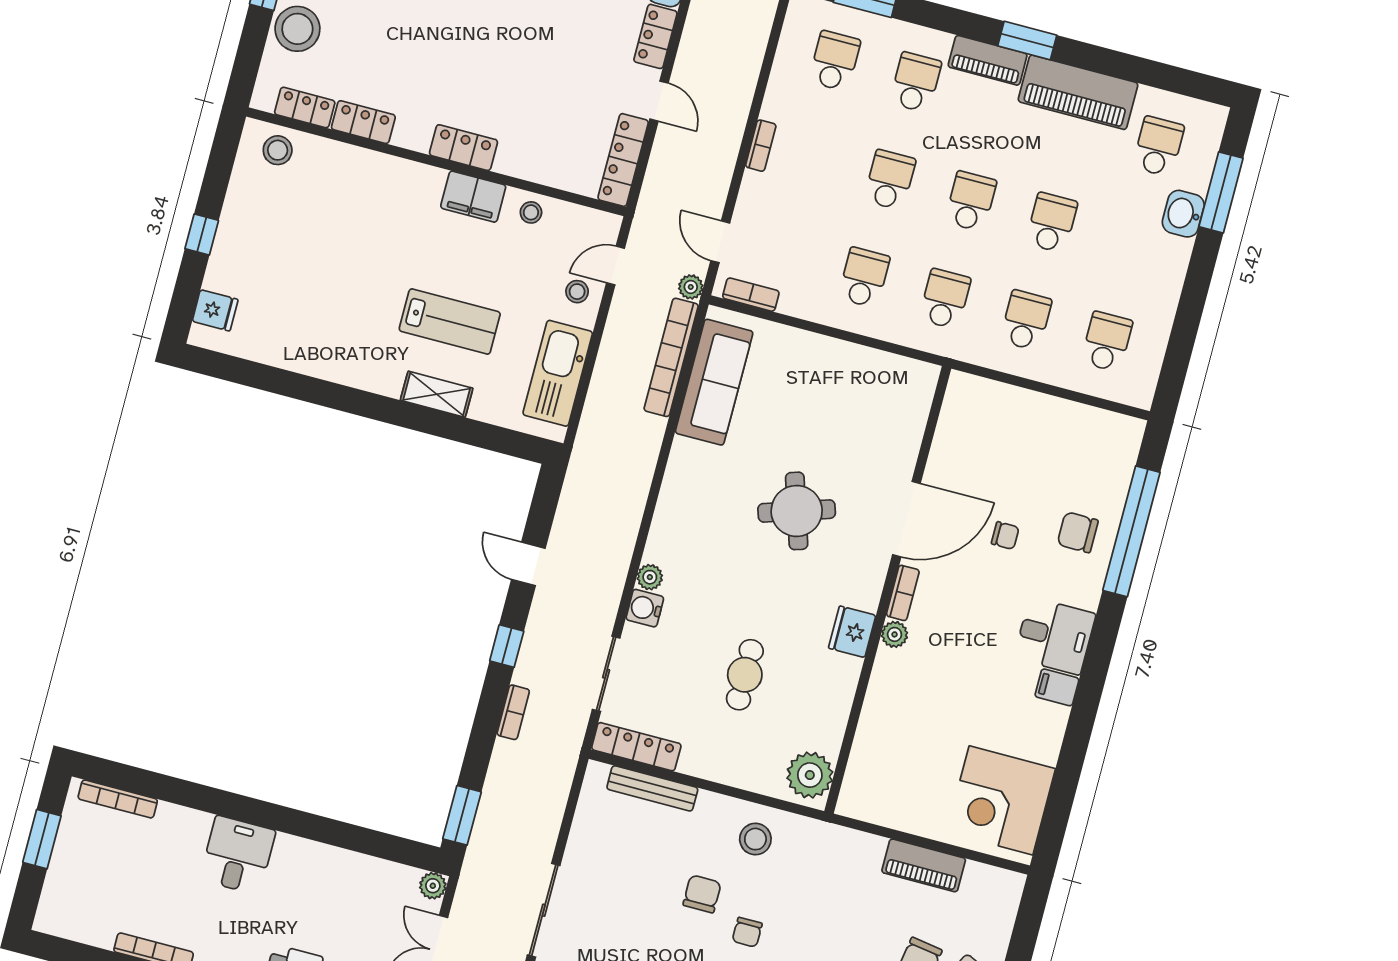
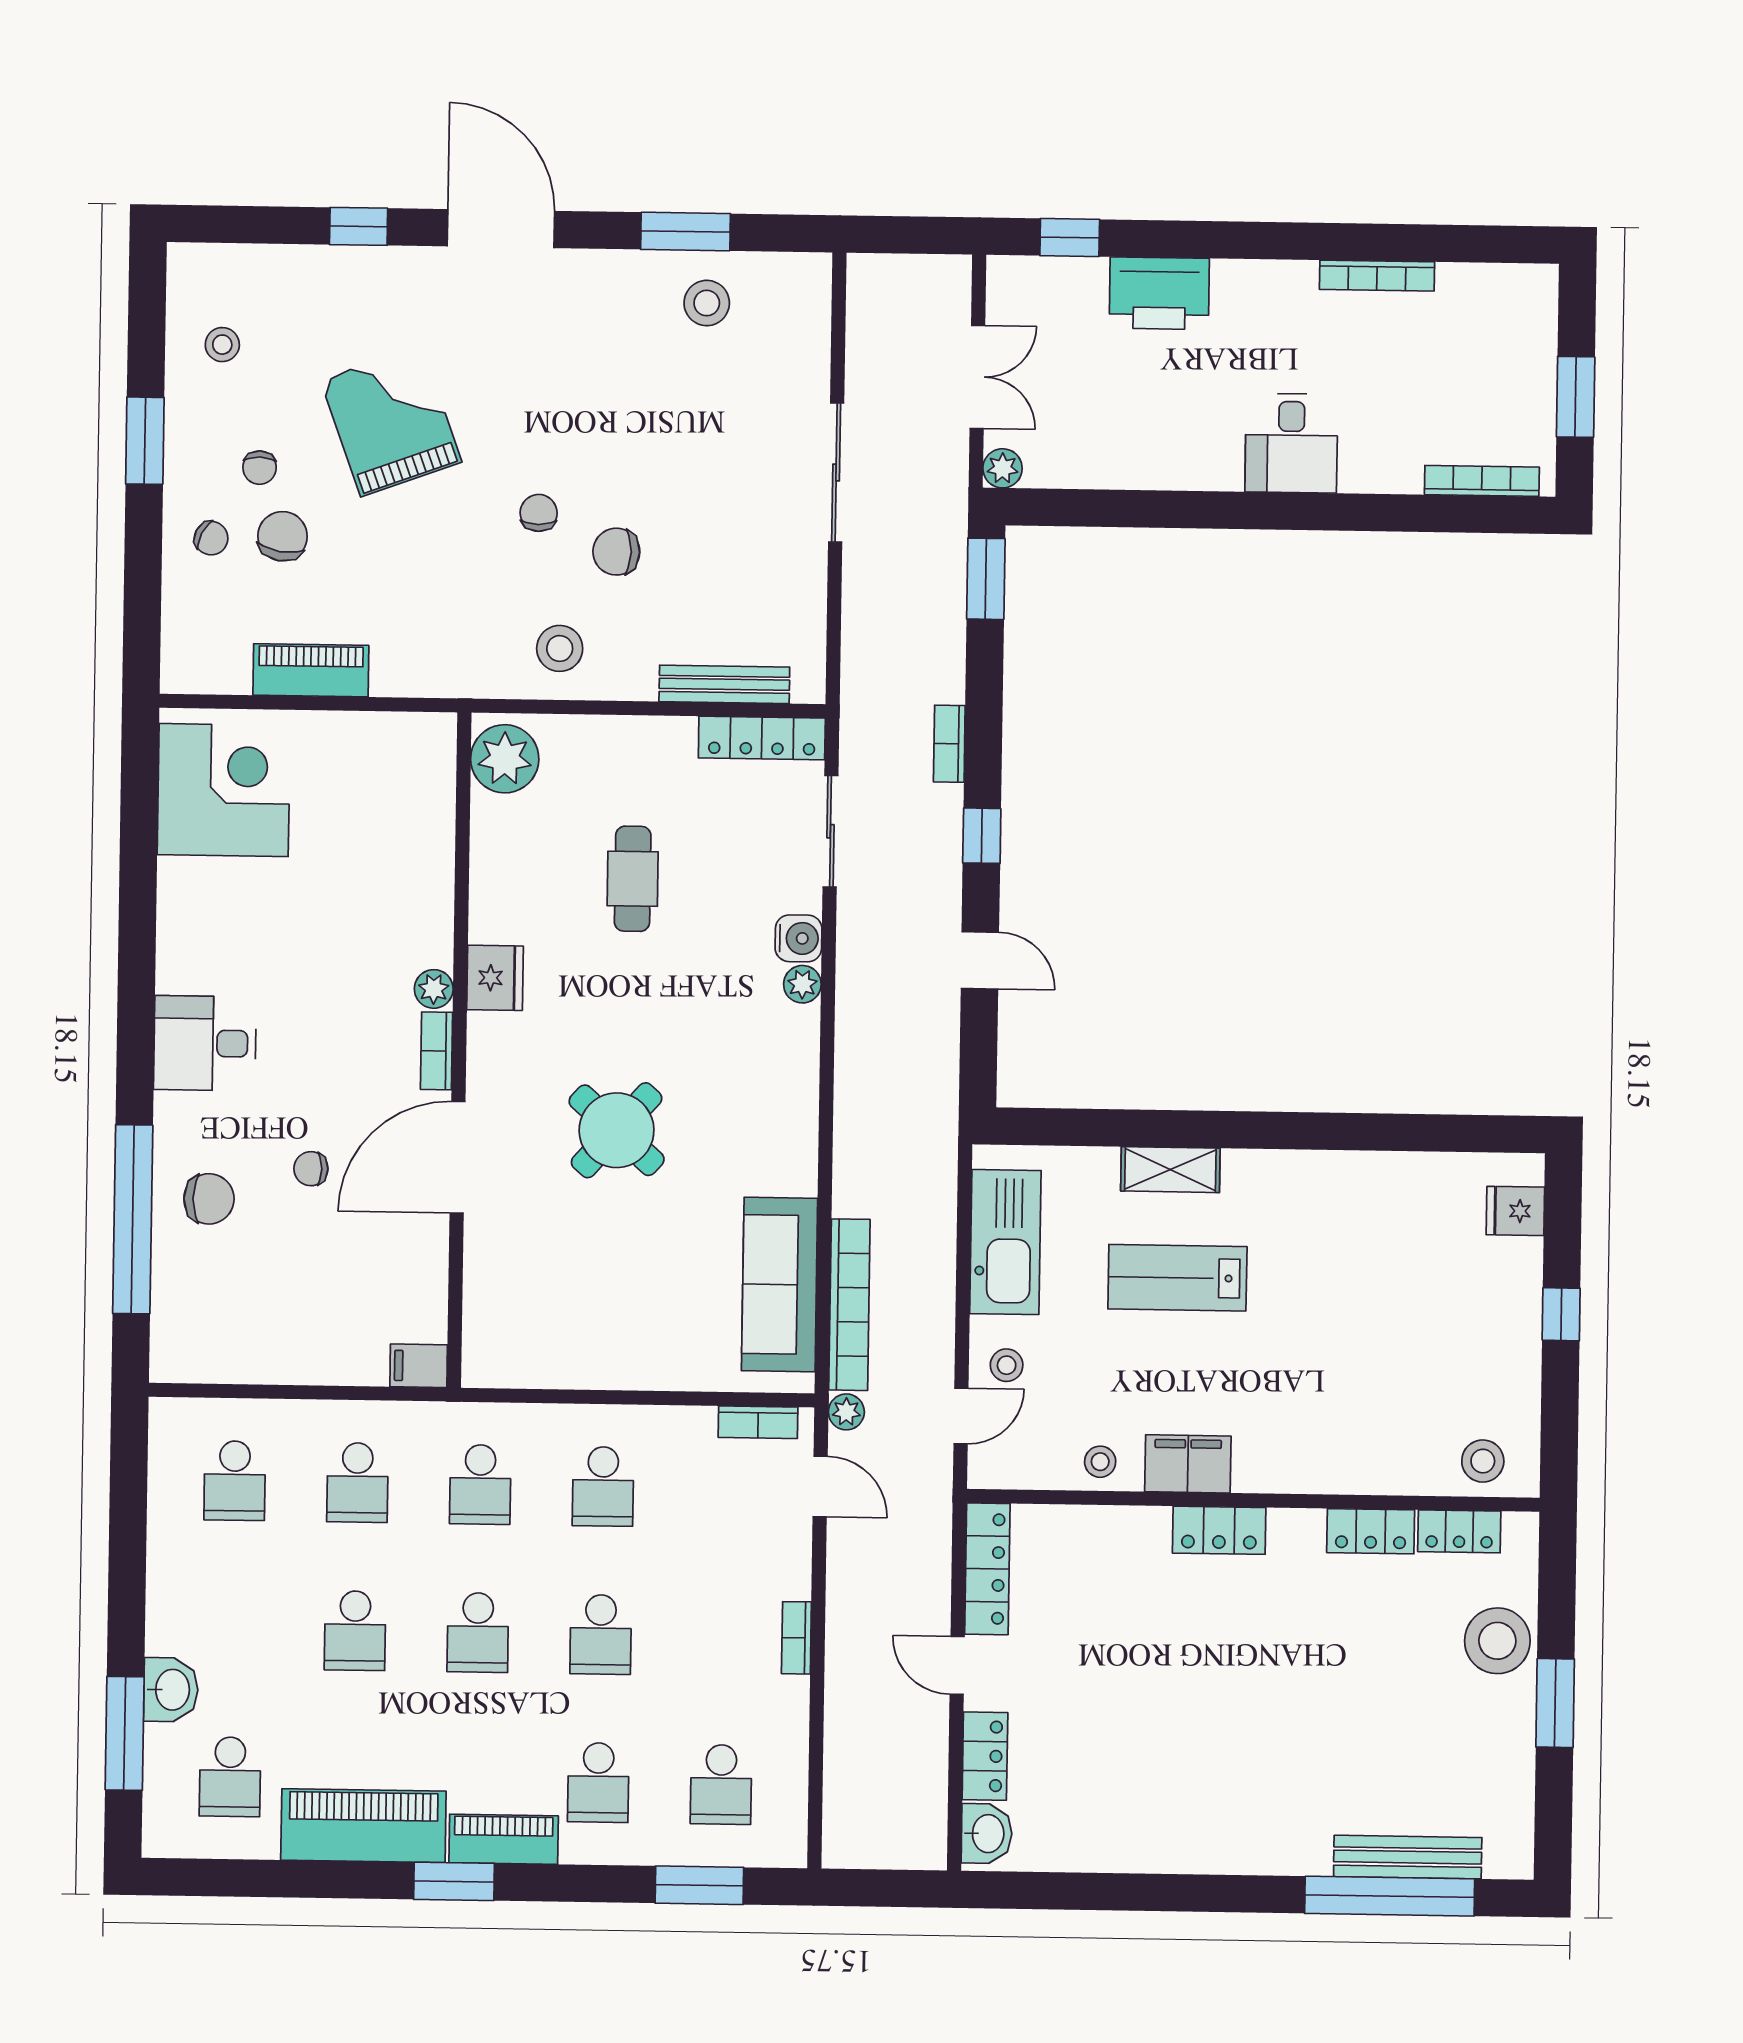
round table: (797, 511) -> (617, 1130), turned -30
filing cabinet: (1057, 687) -> (419, 1366), moved, turned 180
chair: (702, 894) -> (616, 552), turned 91

